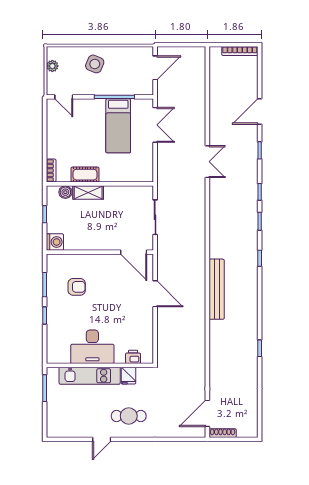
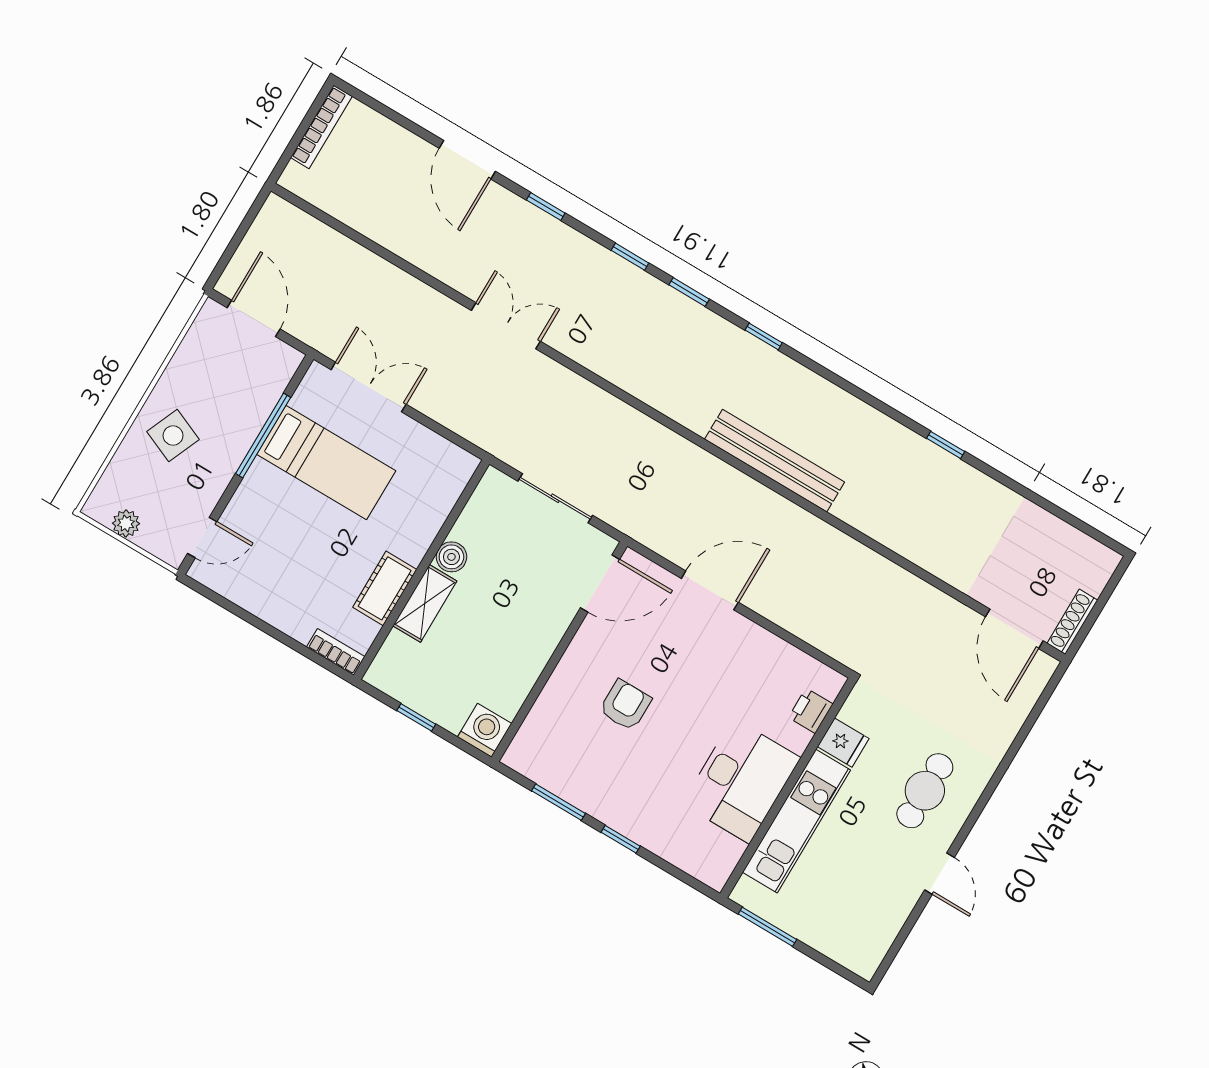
boiler: (65, 192) -> (451, 557), moved
armchair: (77, 287) -> (625, 705), moved

